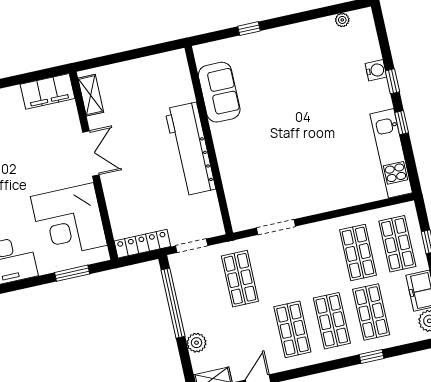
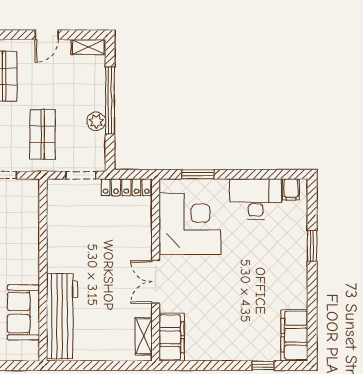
filing cabinet: (48, 91) -> (172, 337), moved, turned 90
workbench: (190, 149) -> (62, 316), moved
window: (173, 303) -> (110, 100), moved
plant: (197, 343) -> (96, 121), moved

